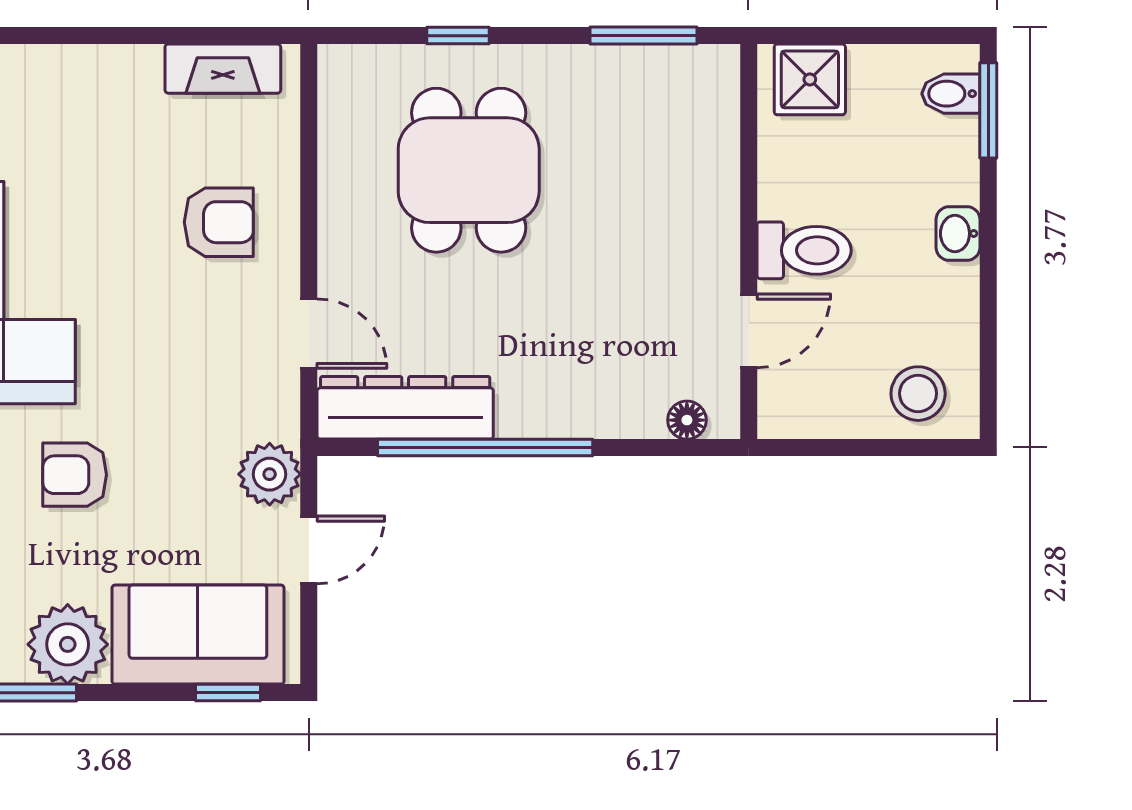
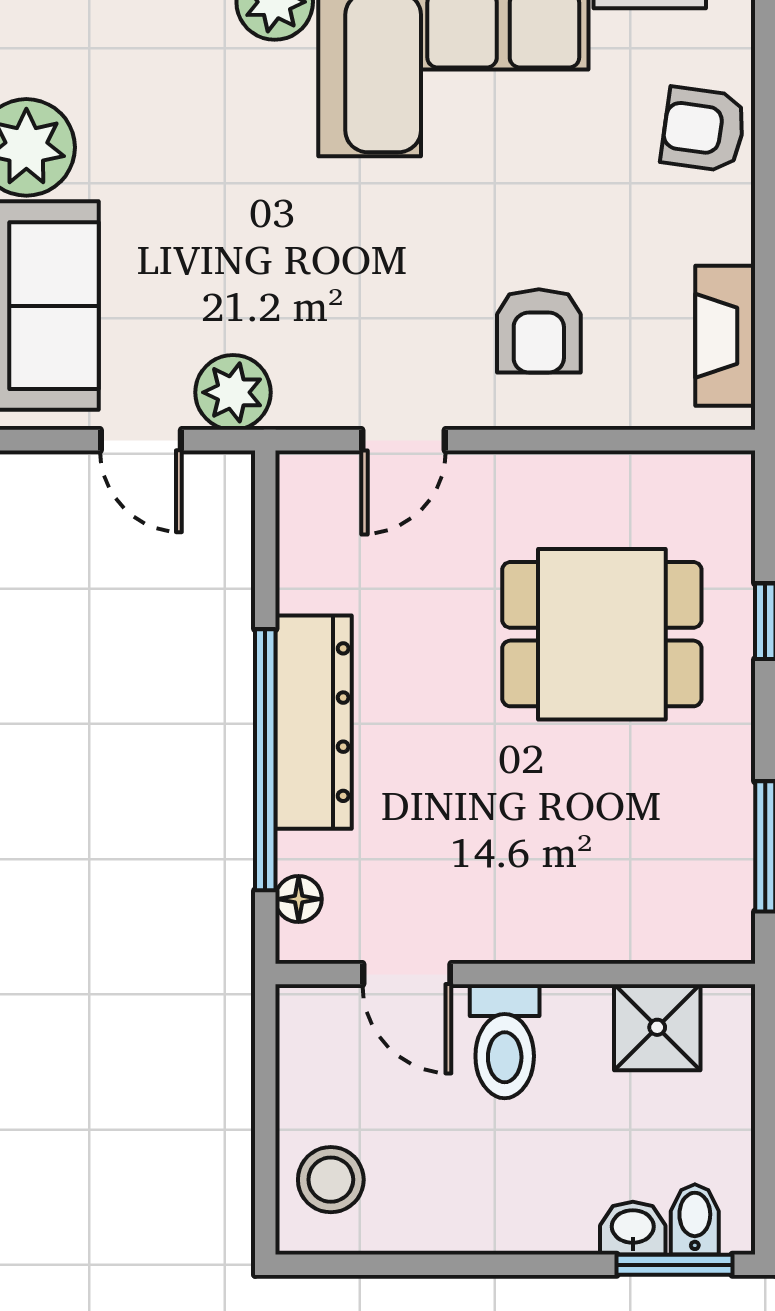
shower: (810, 79) -> (657, 1027), moved
washbasin: (958, 234) -> (633, 1228), moved
dresser: (405, 408) -> (313, 722), moved
window: (485, 448) -> (265, 760), moved
armchair: (75, 475) -> (703, 129), moved, turned -82

